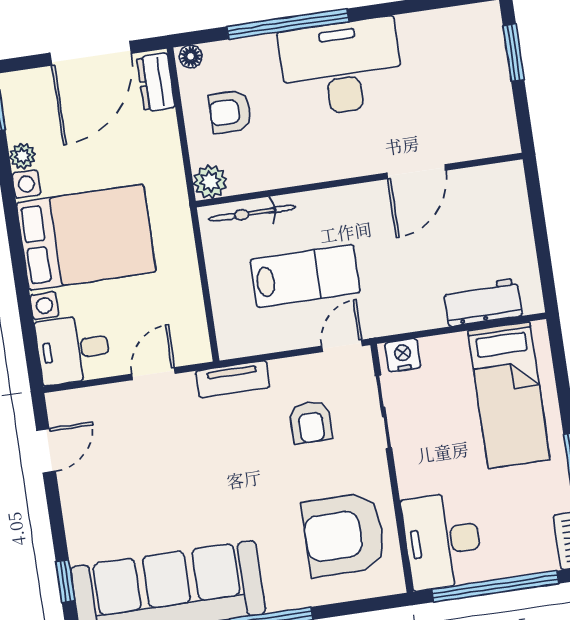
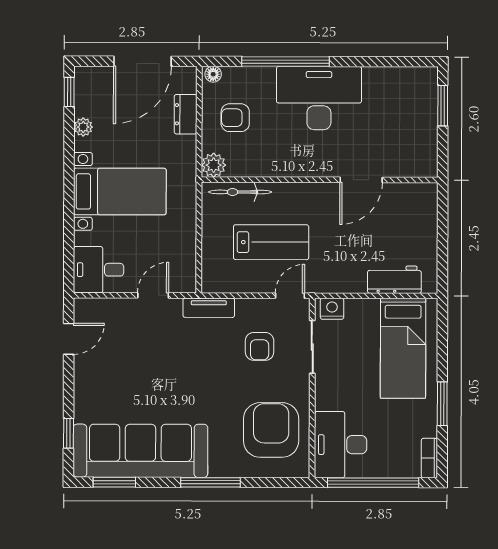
dresser: (156, 82) -> (186, 114), moved
bed with nightstands: (86, 237) -> (120, 191), width x0.73
armchair: (344, 535) -> (271, 430), turned 90

